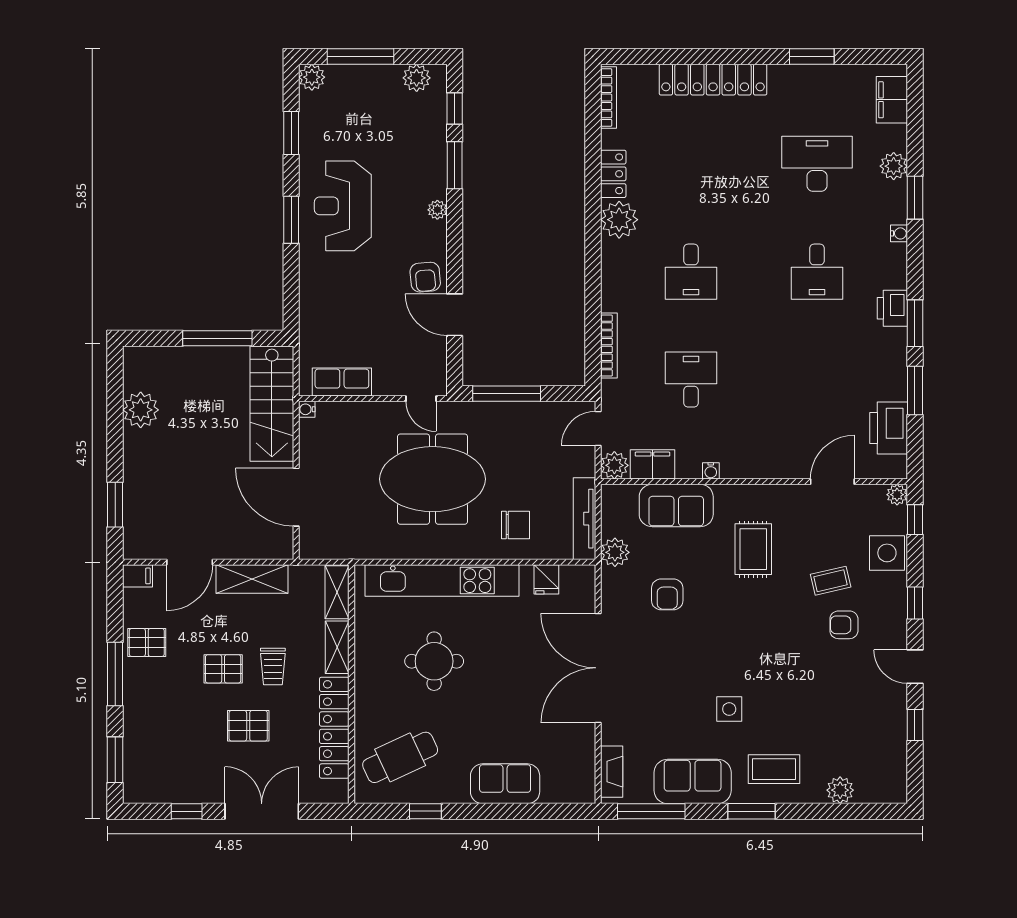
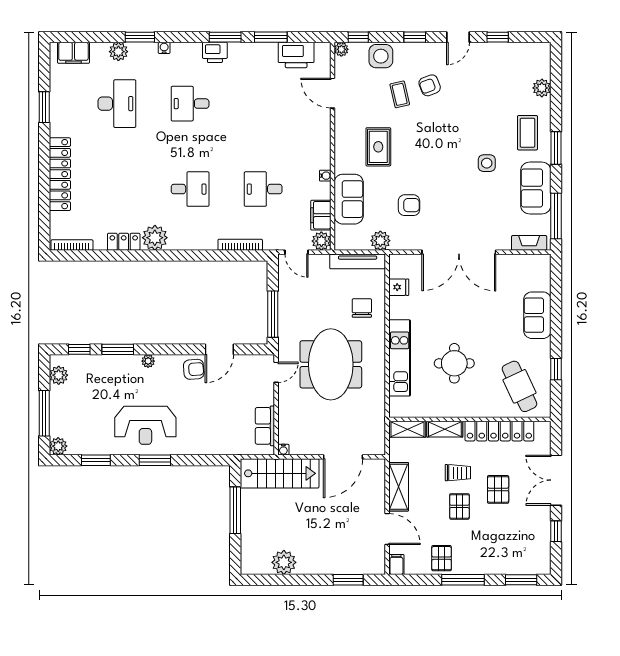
desk: (817, 164) -> (117, 104), turned 180
desk: (817, 272) -> (190, 104), turned 180
rug: (753, 549) -> (378, 147), turned 90
kitchen unit: (442, 581) -> (400, 358), width x0.73
armchair: (844, 625) -> (430, 85), turned 69

